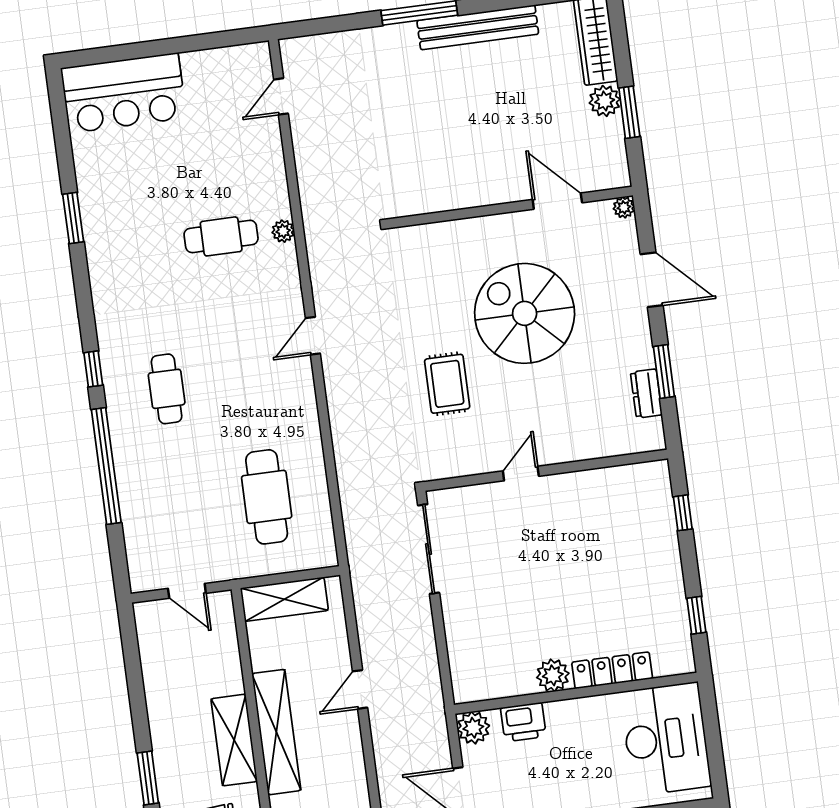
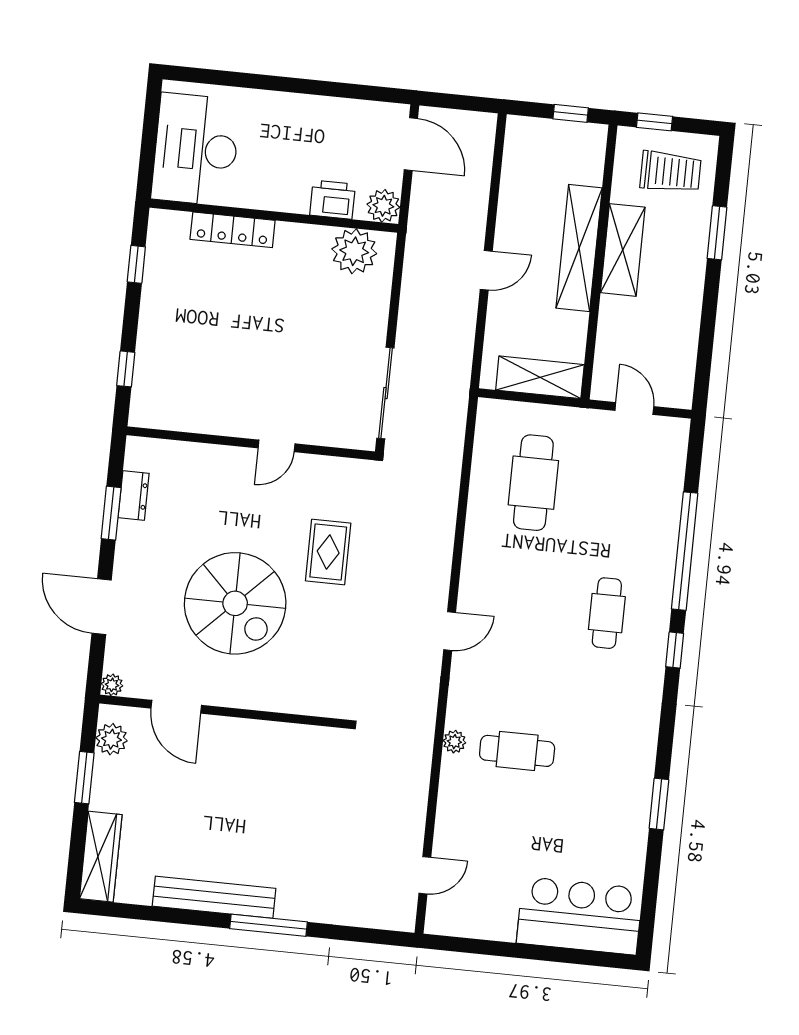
plant: (605, 101) -> (111, 739), moved
plant: (553, 675) -> (354, 251), moved, width x1.36, depth x1.36

